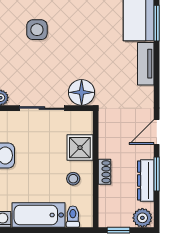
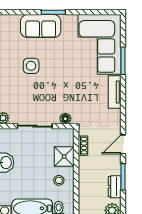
floor lamp: (82, 92) -> (65, 119), width x0.53, depth x0.53
shoe rack: (105, 172) -> (83, 146), moved
dresser: (146, 180) -> (115, 187), width x0.70

